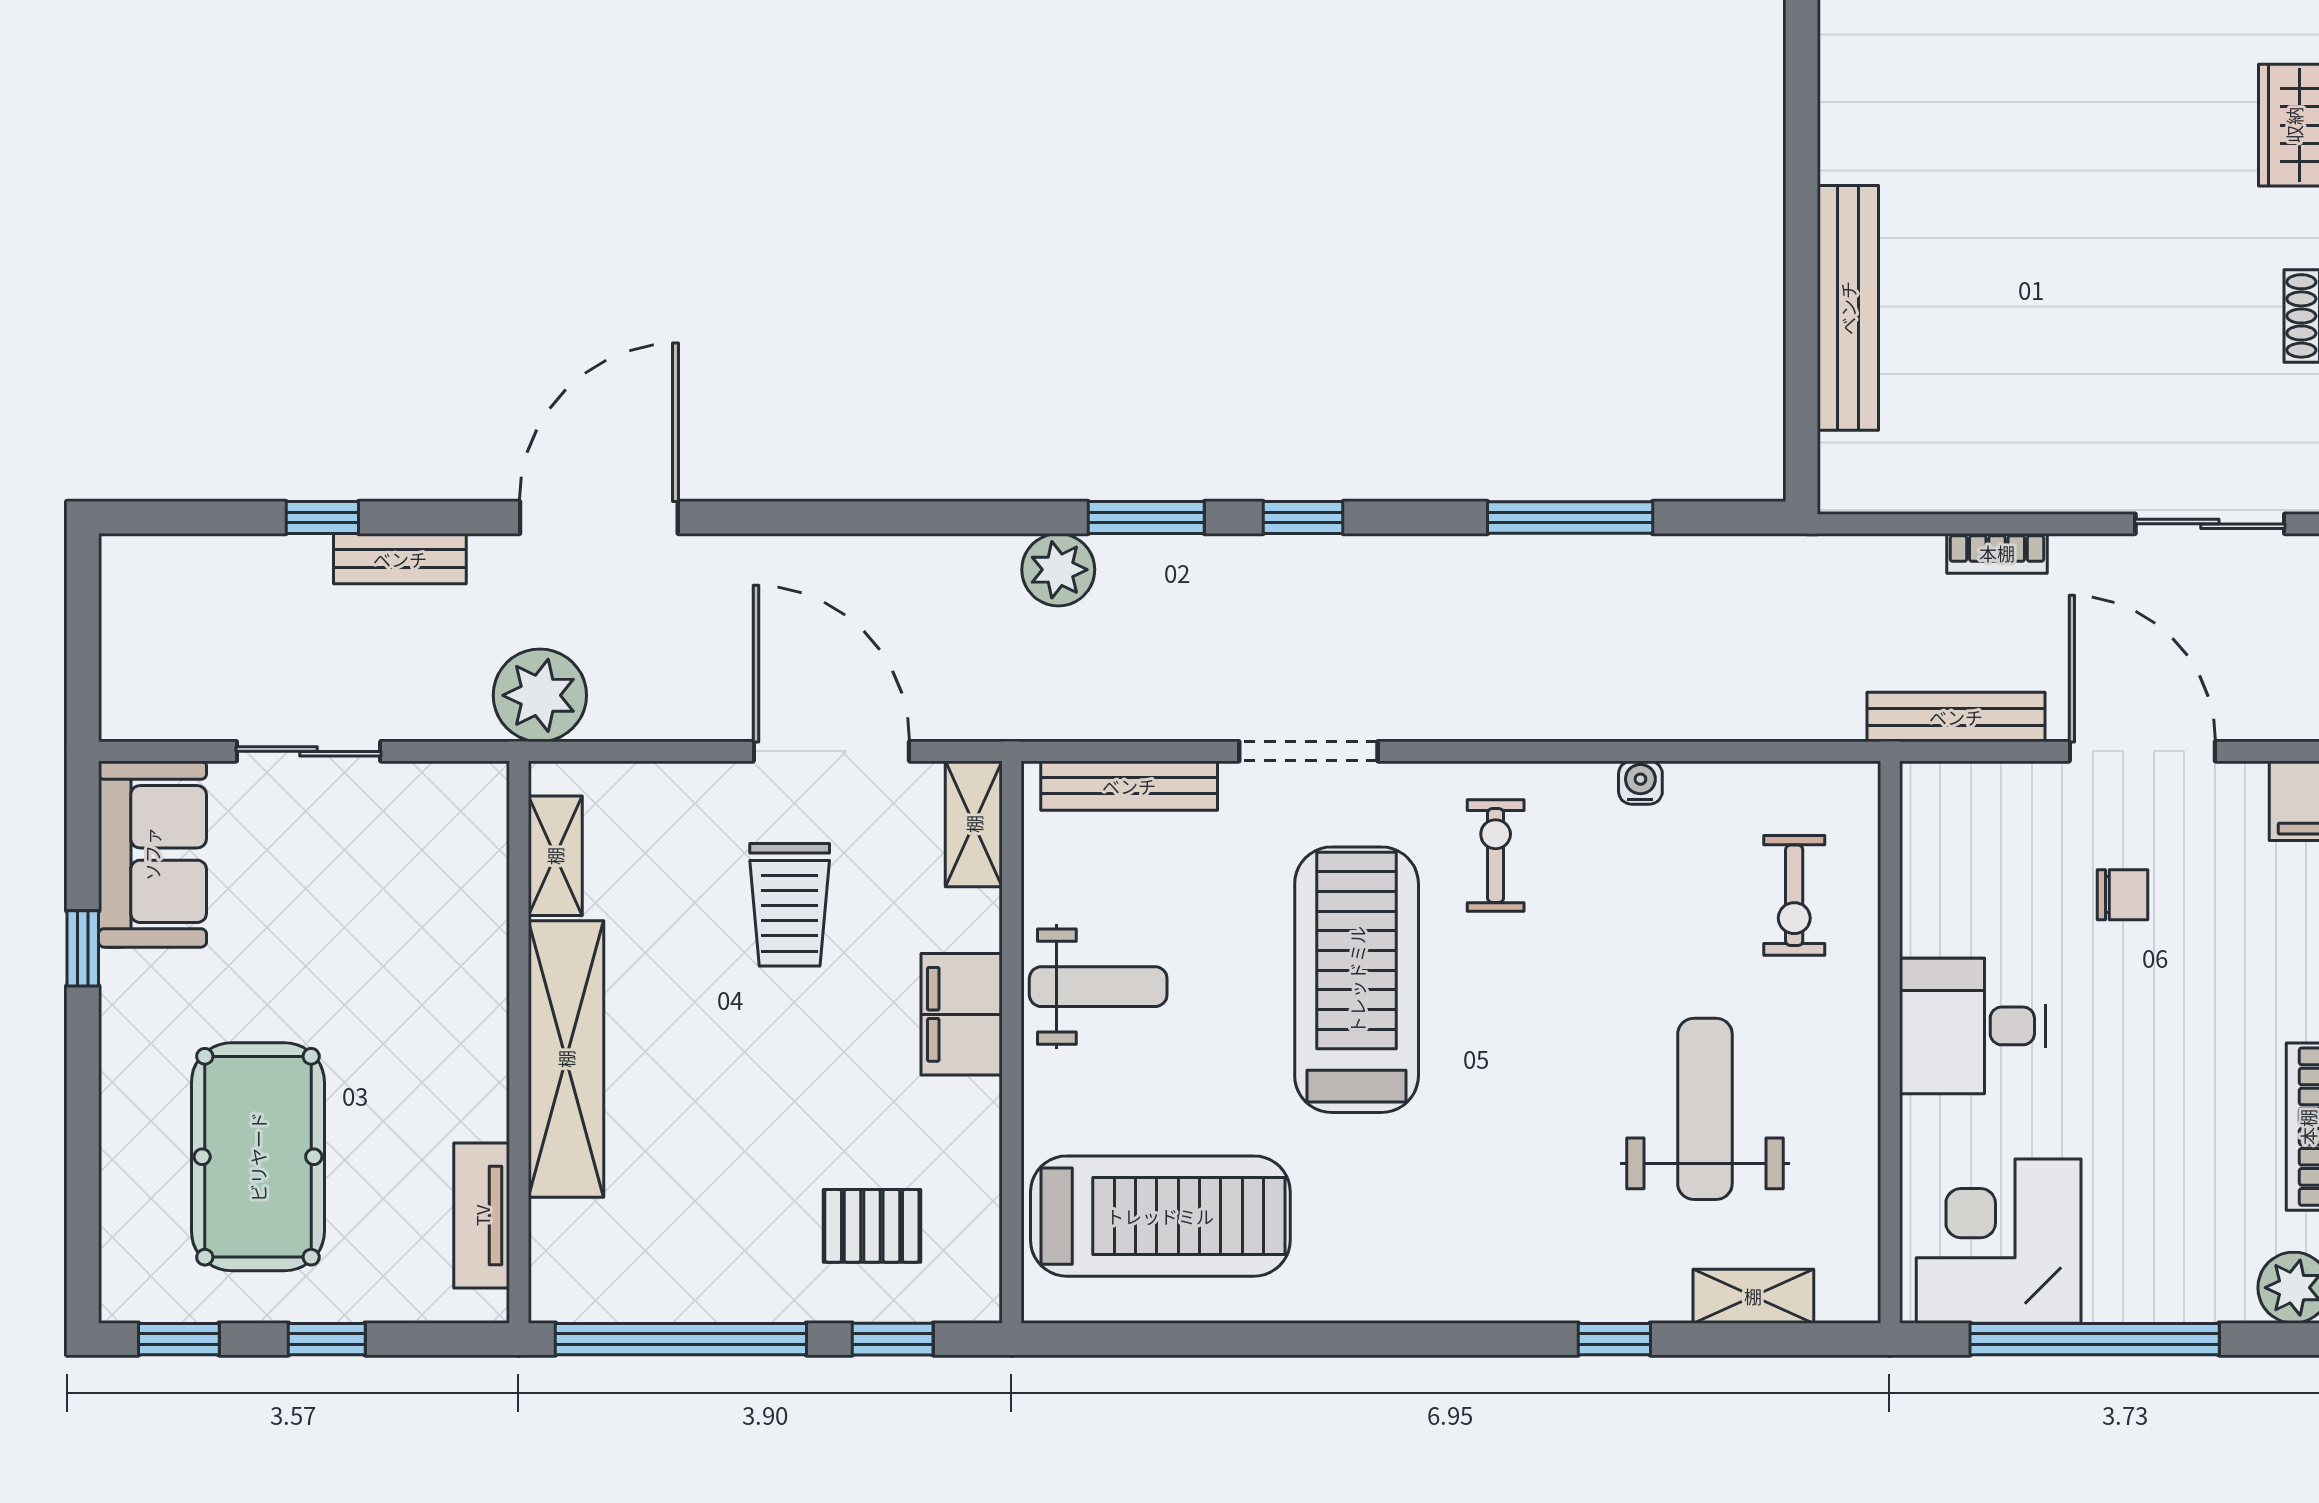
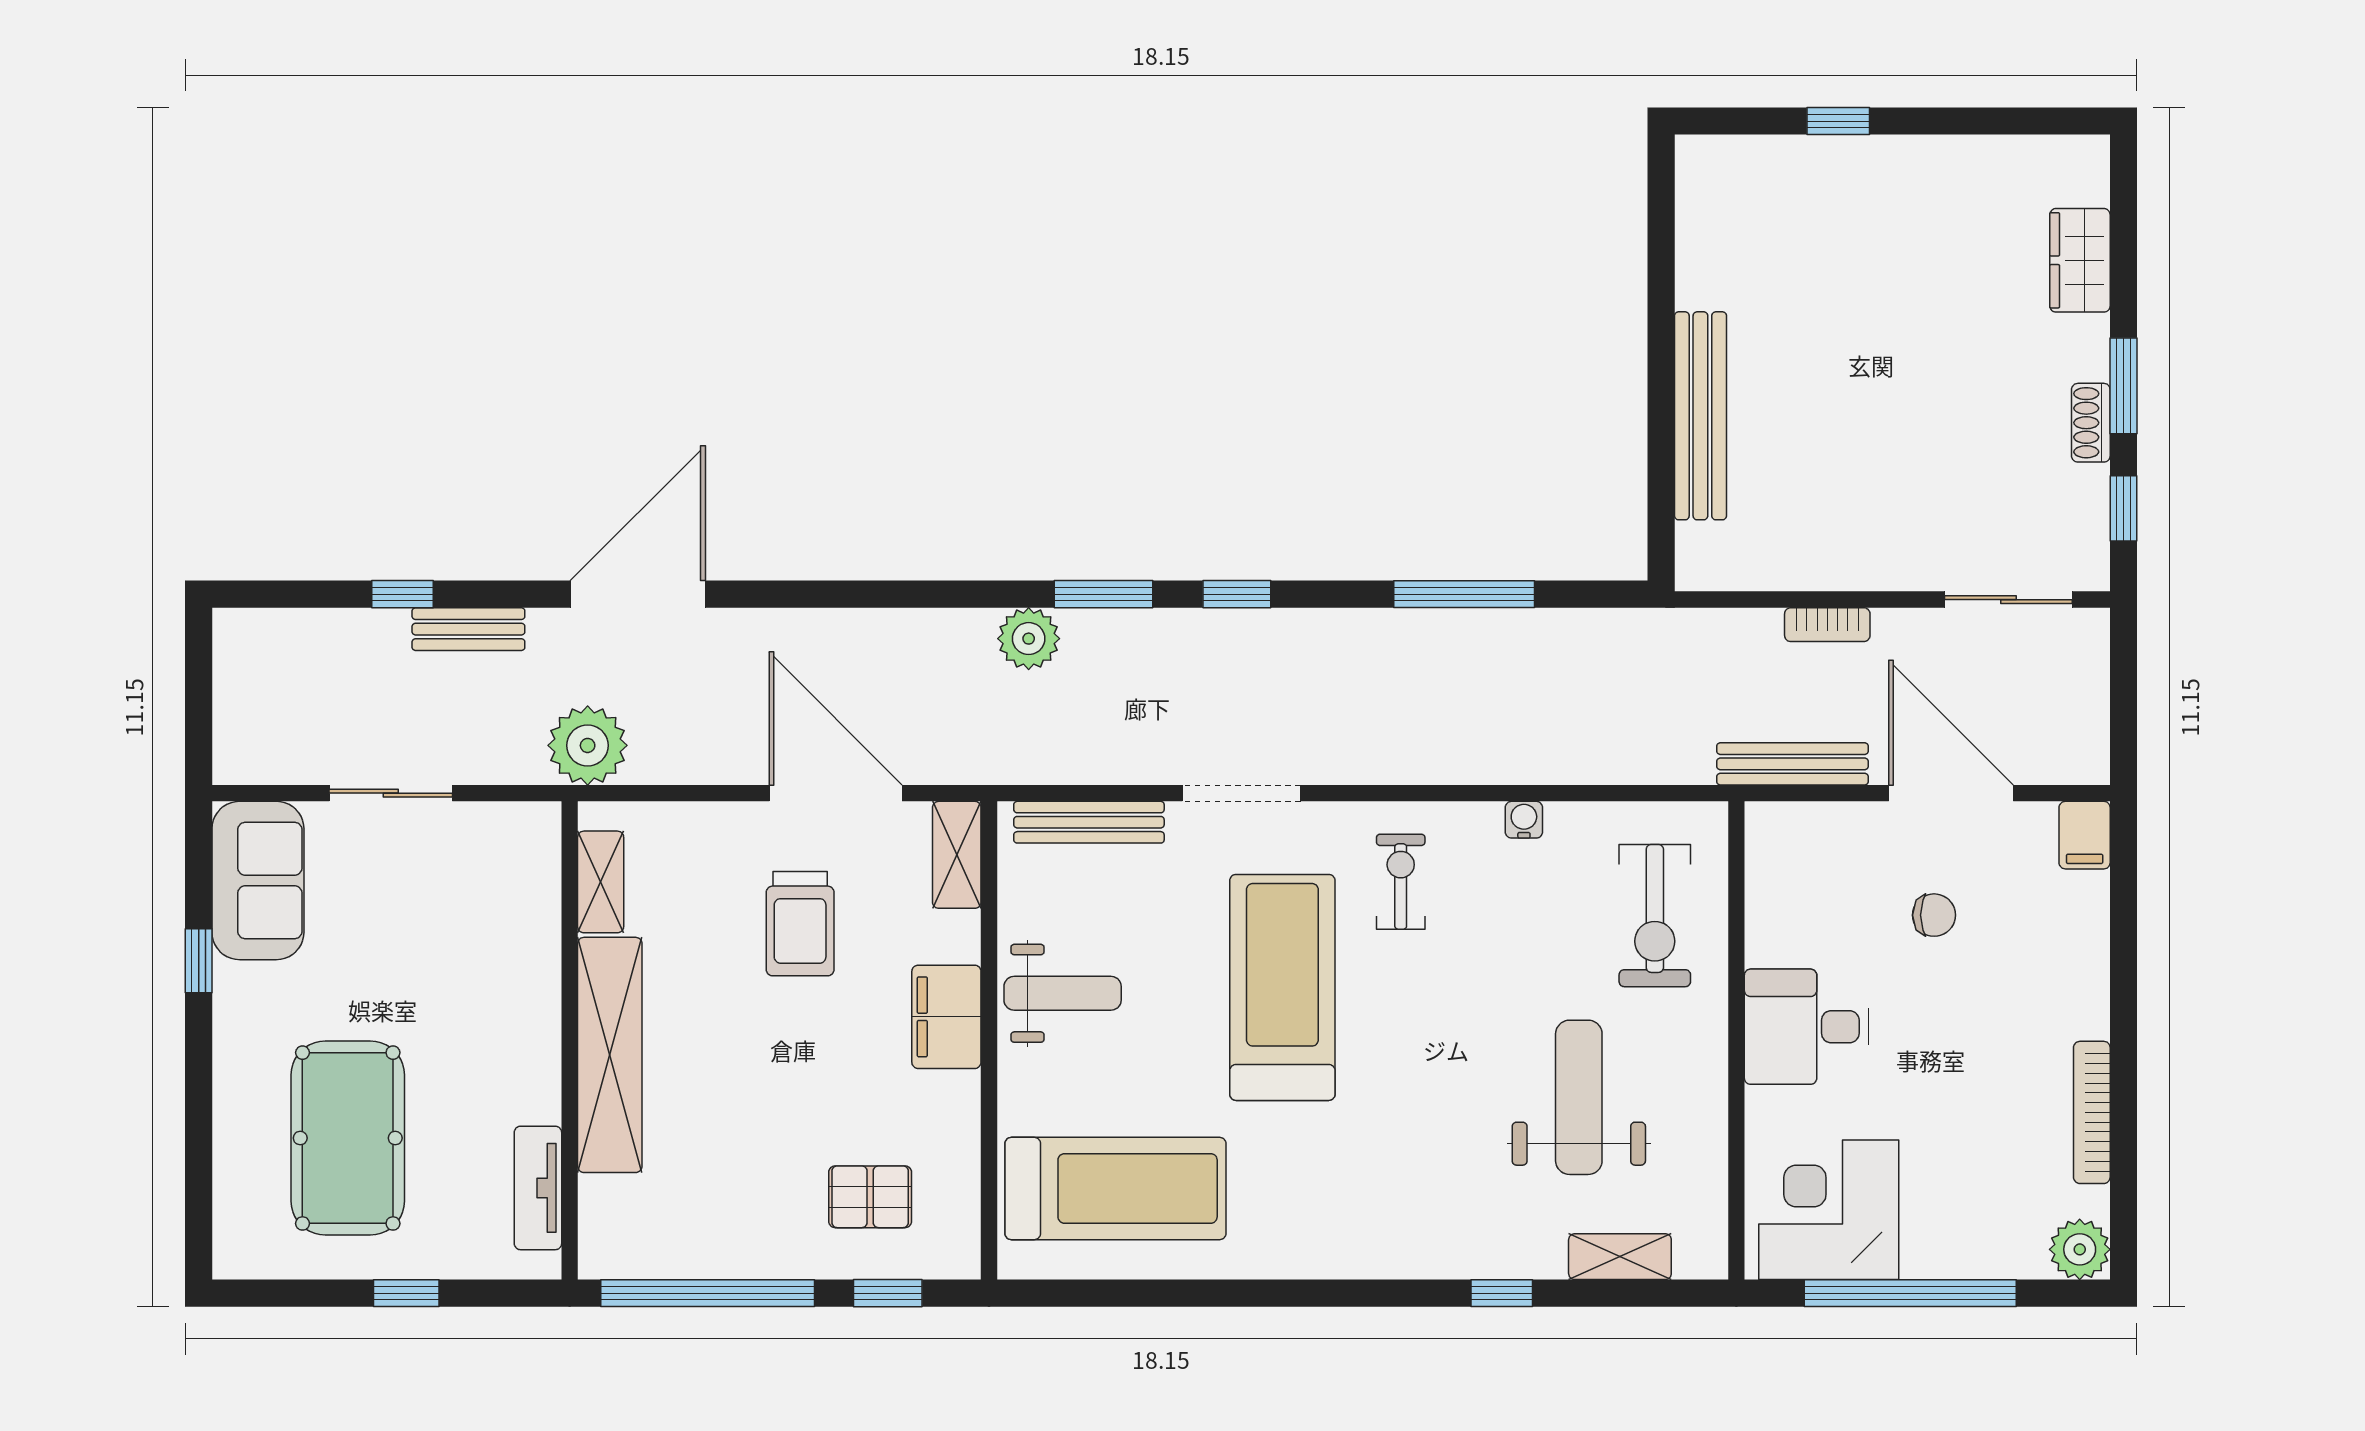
exercise bike: (1794, 895) -> (1655, 916), width x1.38, depth x1.39
window: (179, 1339) -> (280, 1293), removed

